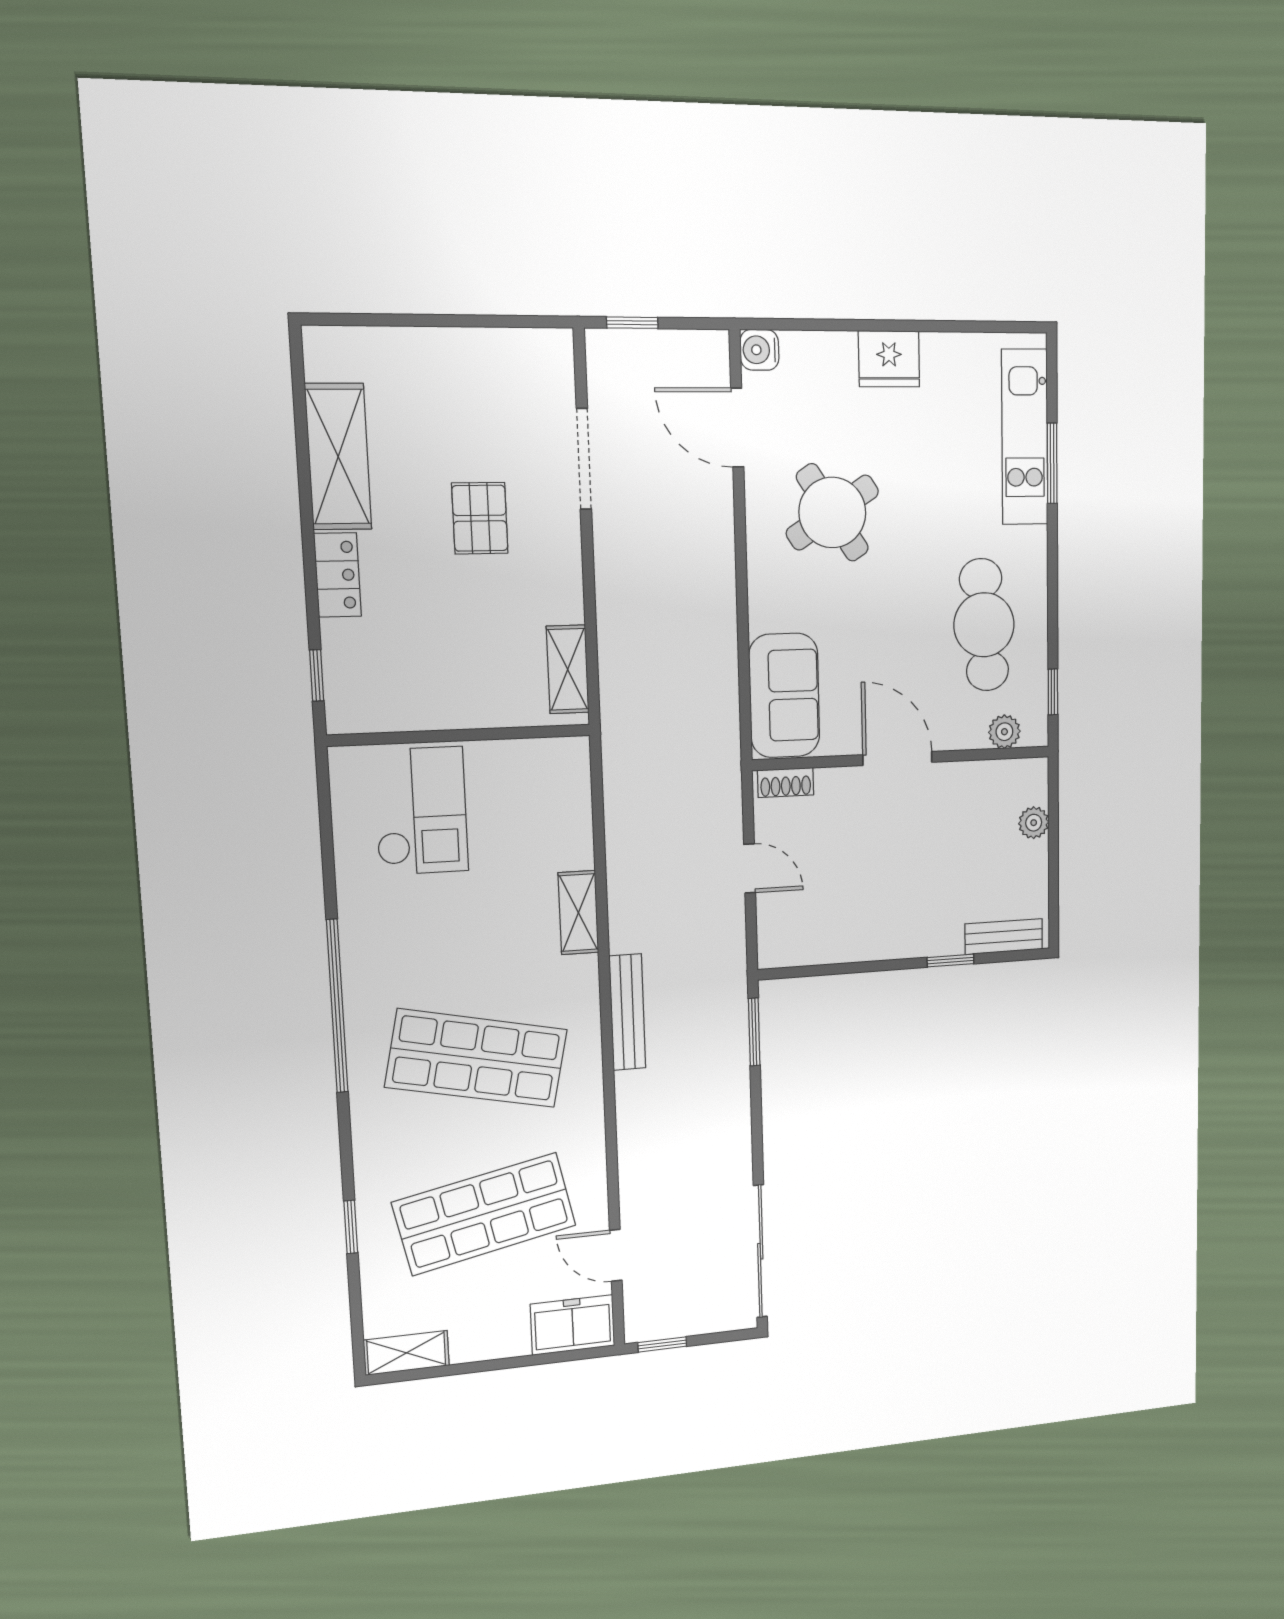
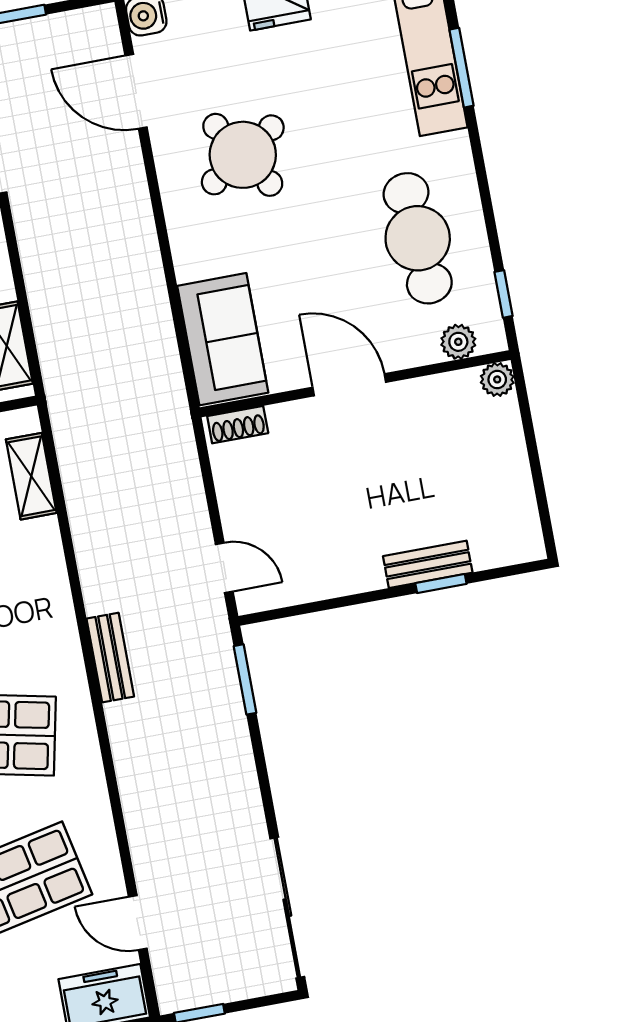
plant: (1034, 823) -> (497, 379), moved
door: (750, 868) -> (224, 568), moved
shelving: (578, 913) -> (31, 476), moved
bench: (1004, 937) -> (428, 564), moved
bench: (627, 1012) -> (110, 658), width x0.73

